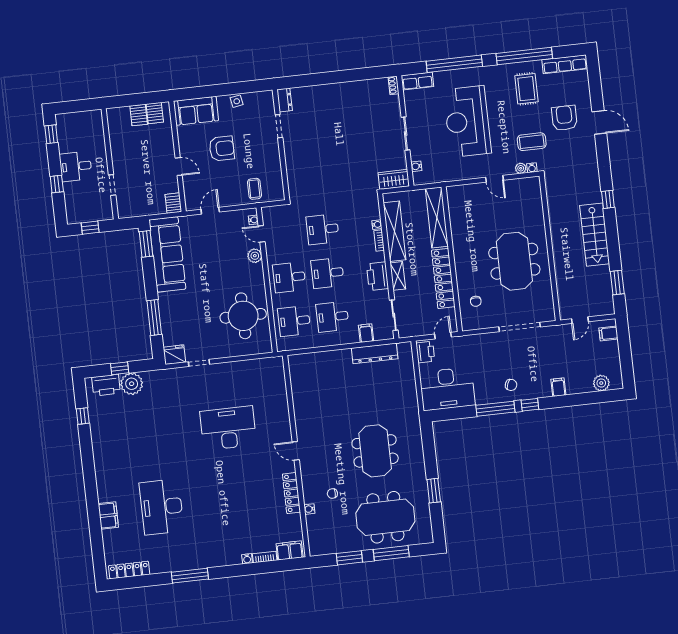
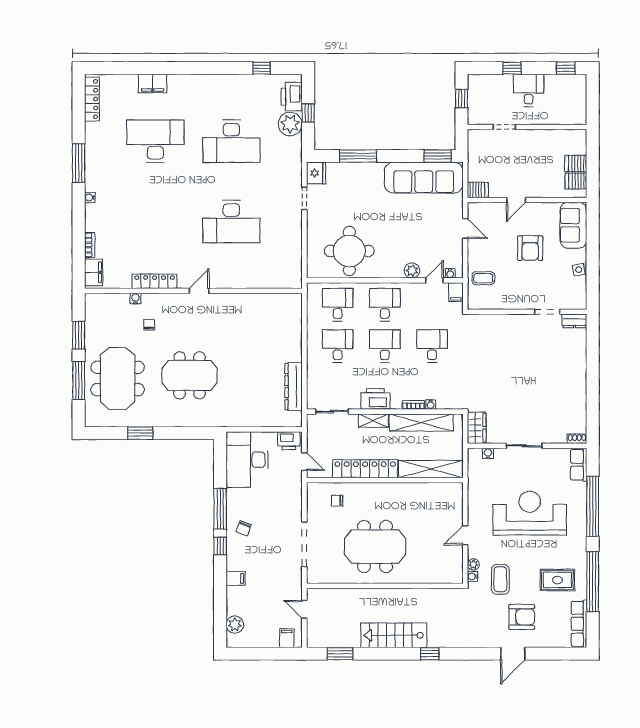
filing cabinet: (366, 333) -> (456, 292), moved, turned 90
desk: (228, 428) -> (231, 222), turned 90
desk: (154, 436) -> (231, 141), added
water cooler: (247, 559) -> (90, 197), moved

